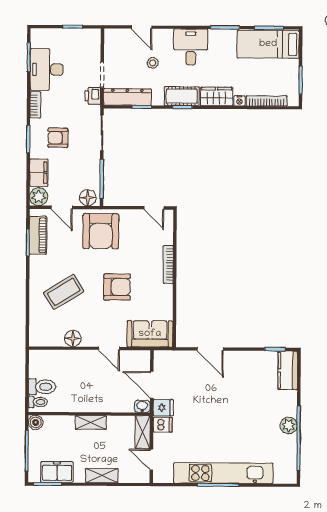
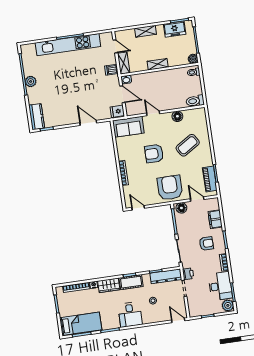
door: (141, 27) -> (178, 320), moved
plant: (39, 197) -> (228, 305), moved
toilet: (42, 387) -> (195, 101), moved
fridge: (163, 408) -> (117, 111), moved

